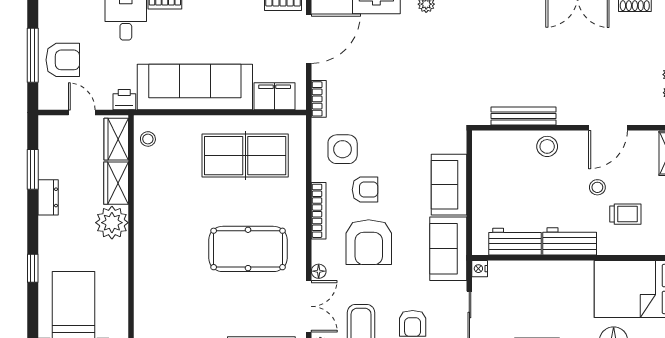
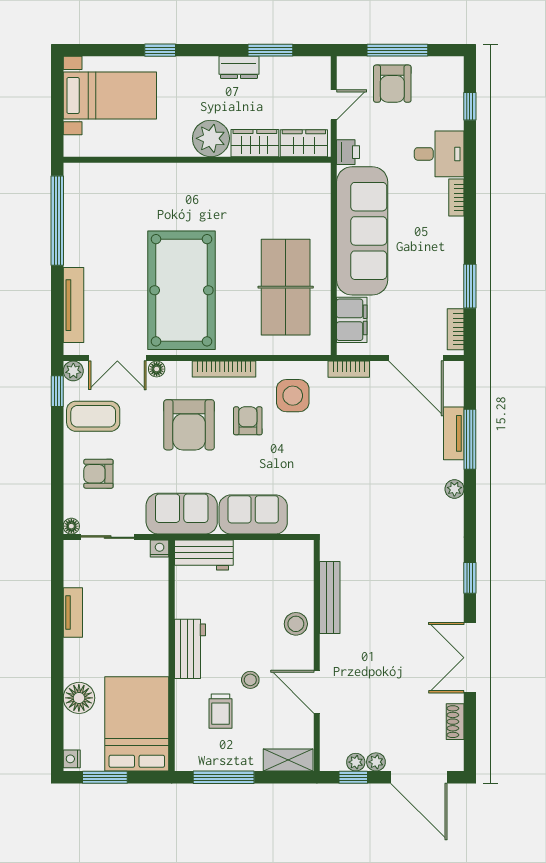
stool: (148, 139) -> (304, 179), removed
armchair: (365, 190) -> (248, 421), turned 180
armchair: (369, 242) -> (189, 425), turned -90
workbench: (515, 242) -> (204, 555), moved, turned 90
pool table: (248, 249) -> (181, 290), width x1.36, depth x1.32

